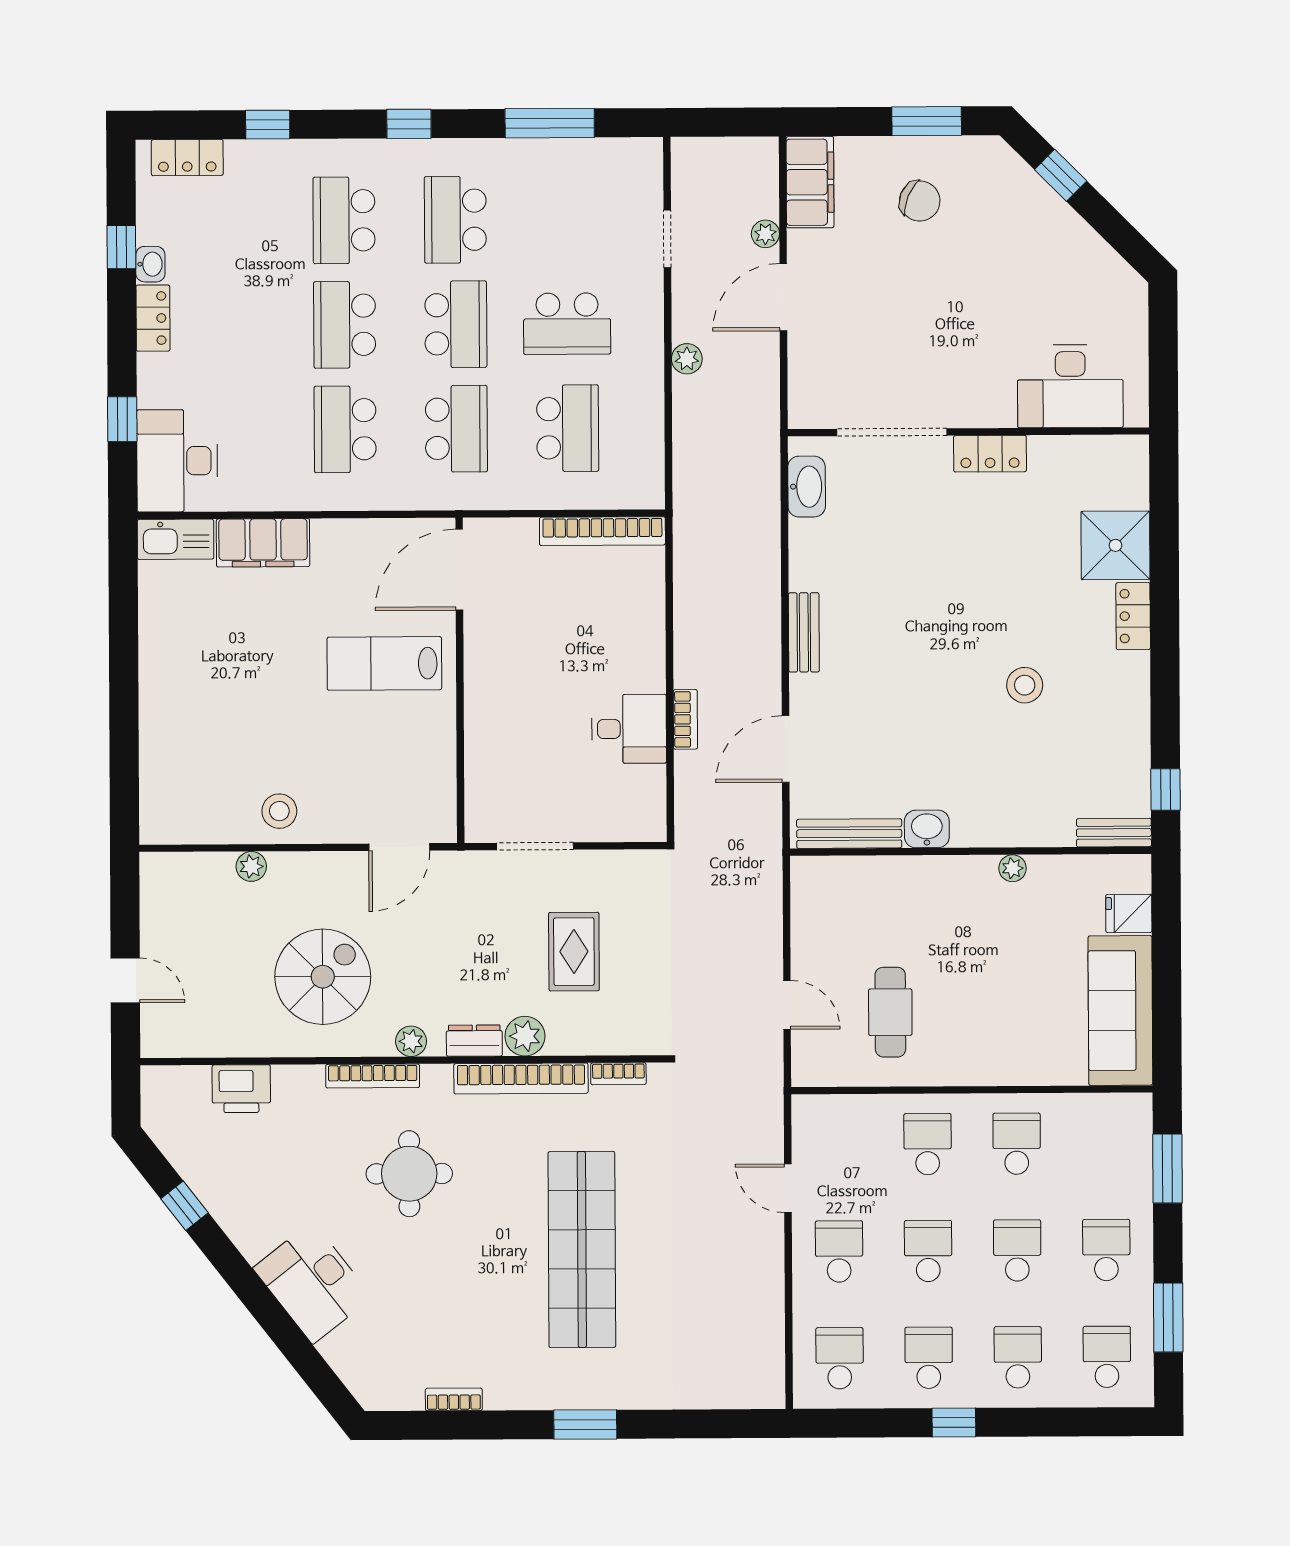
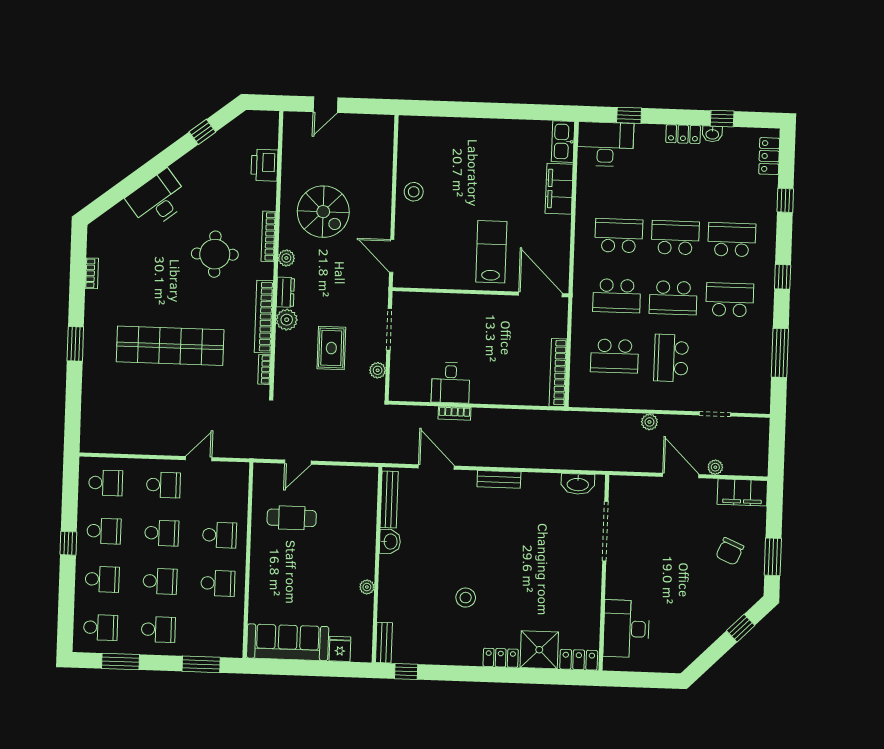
locker: (990, 454) -> (579, 660), moved, turned 90
plant: (251, 866) -> (378, 370), moved
rug: (574, 952) -> (331, 348), turned 90

